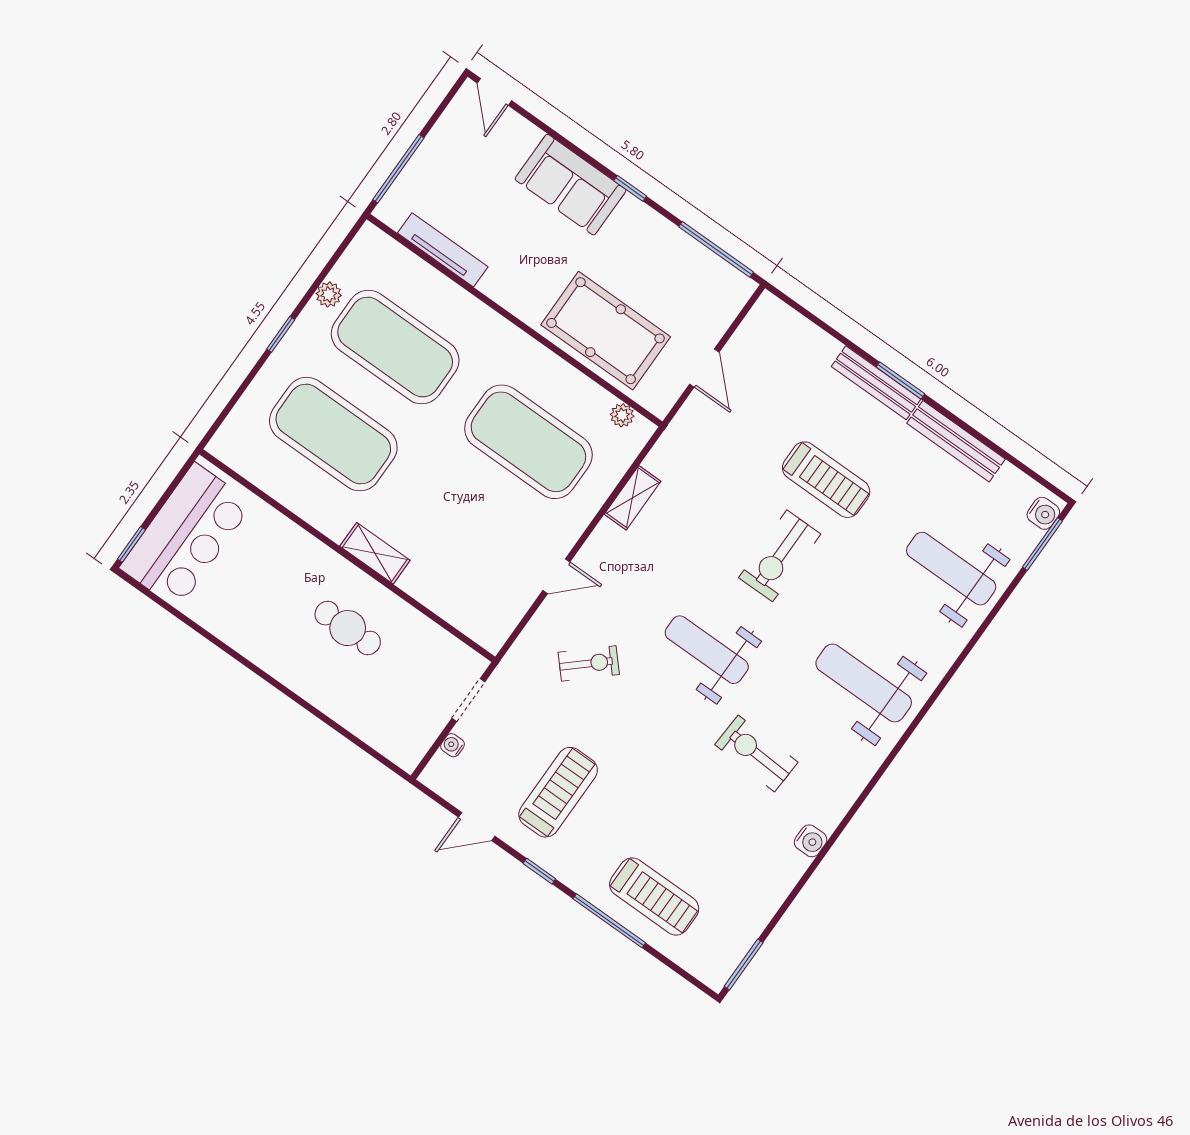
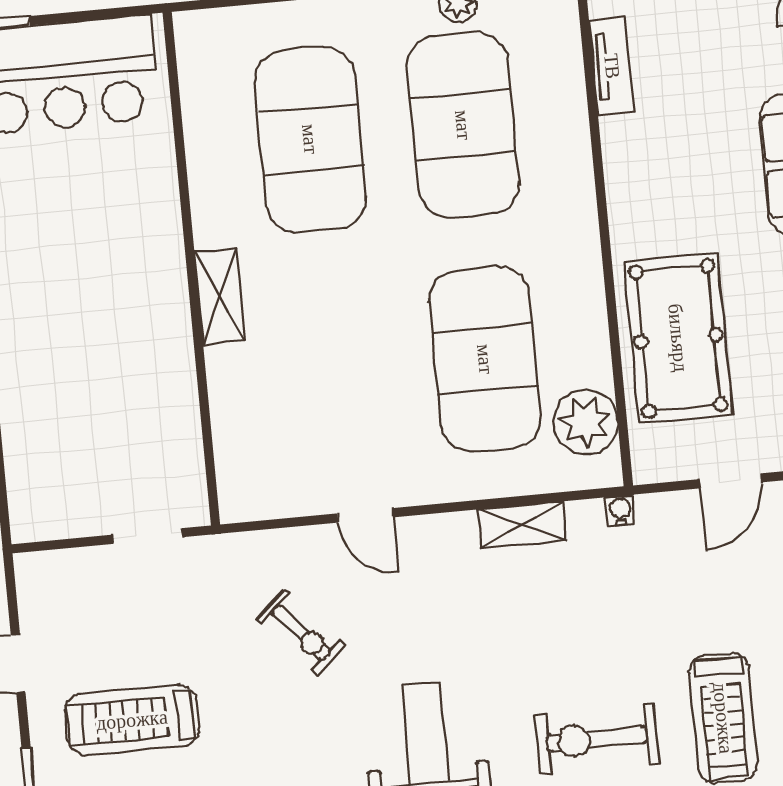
tv unit: (443, 250) -> (612, 66), width x0.71
plant: (622, 415) -> (585, 422), width x1.88, depth x1.88
cafe table: (348, 628) -> (113, 337), removed
water cooler: (453, 745) -> (620, 510), moved
treadmill: (558, 792) -> (132, 720), turned 180

